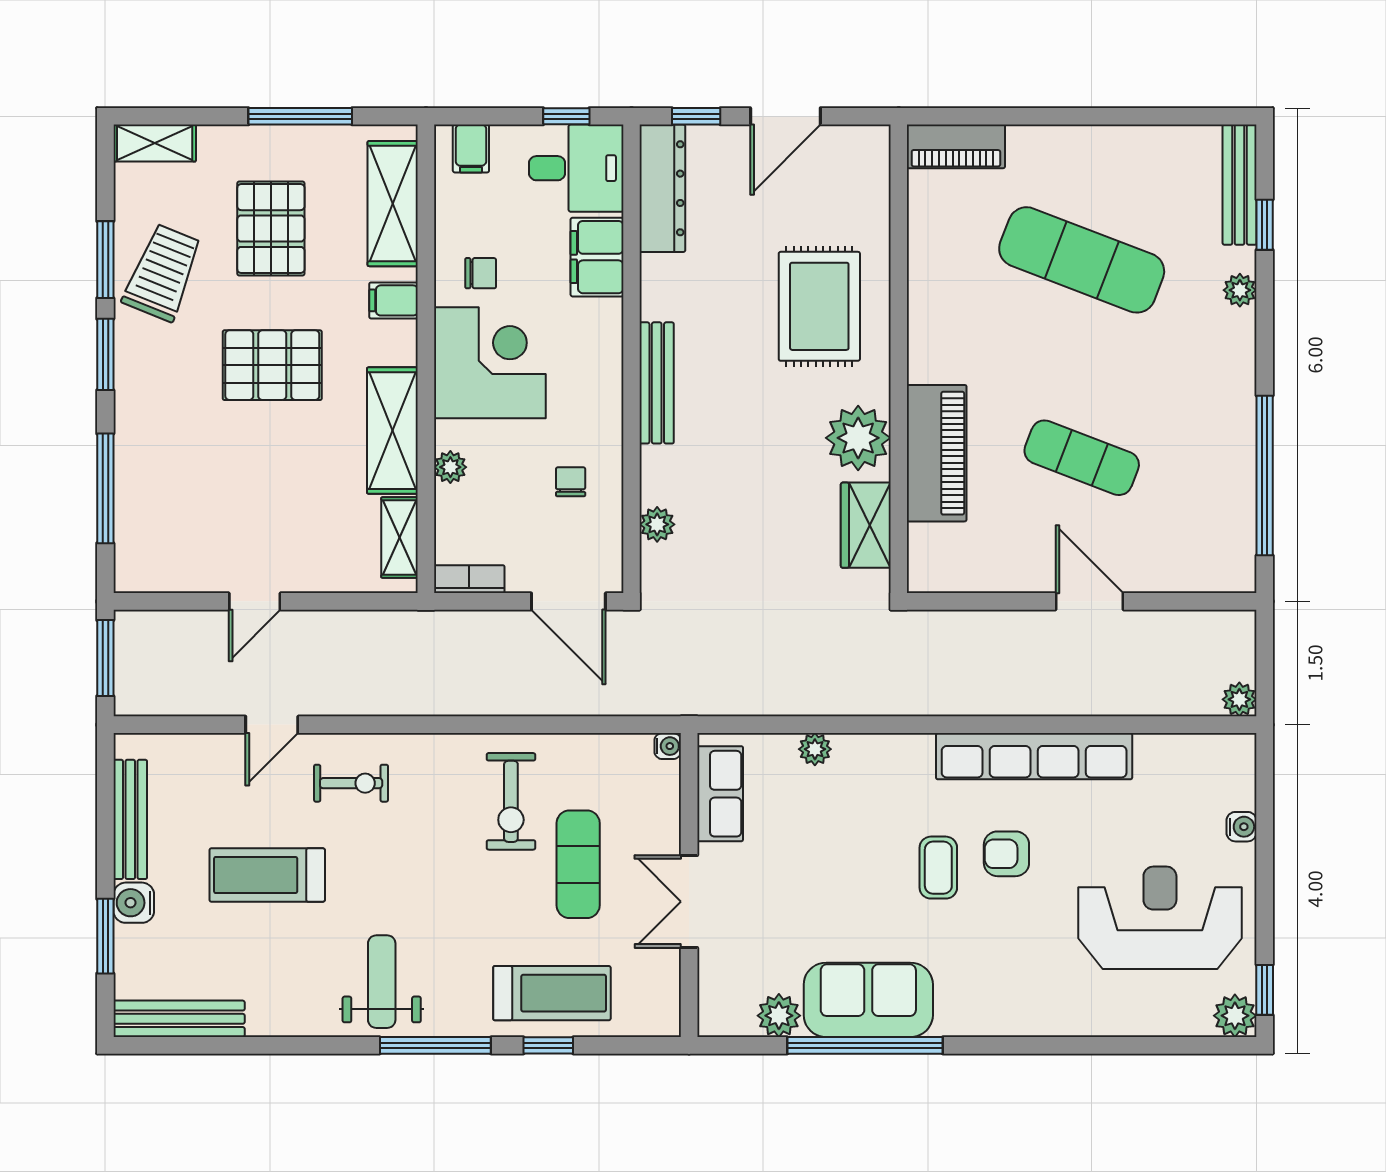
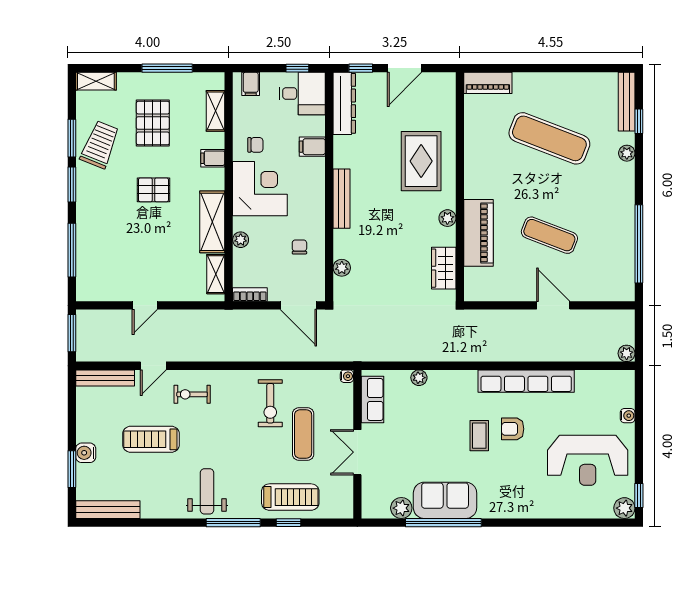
shelving: (393, 204) -> (215, 111), width x0.67, depth x0.75
filing cabinet: (597, 257) -> (312, 147), width x0.50
pallet: (272, 365) -> (153, 190), width x0.67, depth x0.71
plant: (858, 438) -> (447, 218), width x0.53, depth x0.53
exercise bike: (351, 783) -> (192, 394), turned 180
bench: (130, 819) -> (105, 378), moved, turned 90
reception desk: (1160, 918) -> (588, 460), turned 180

